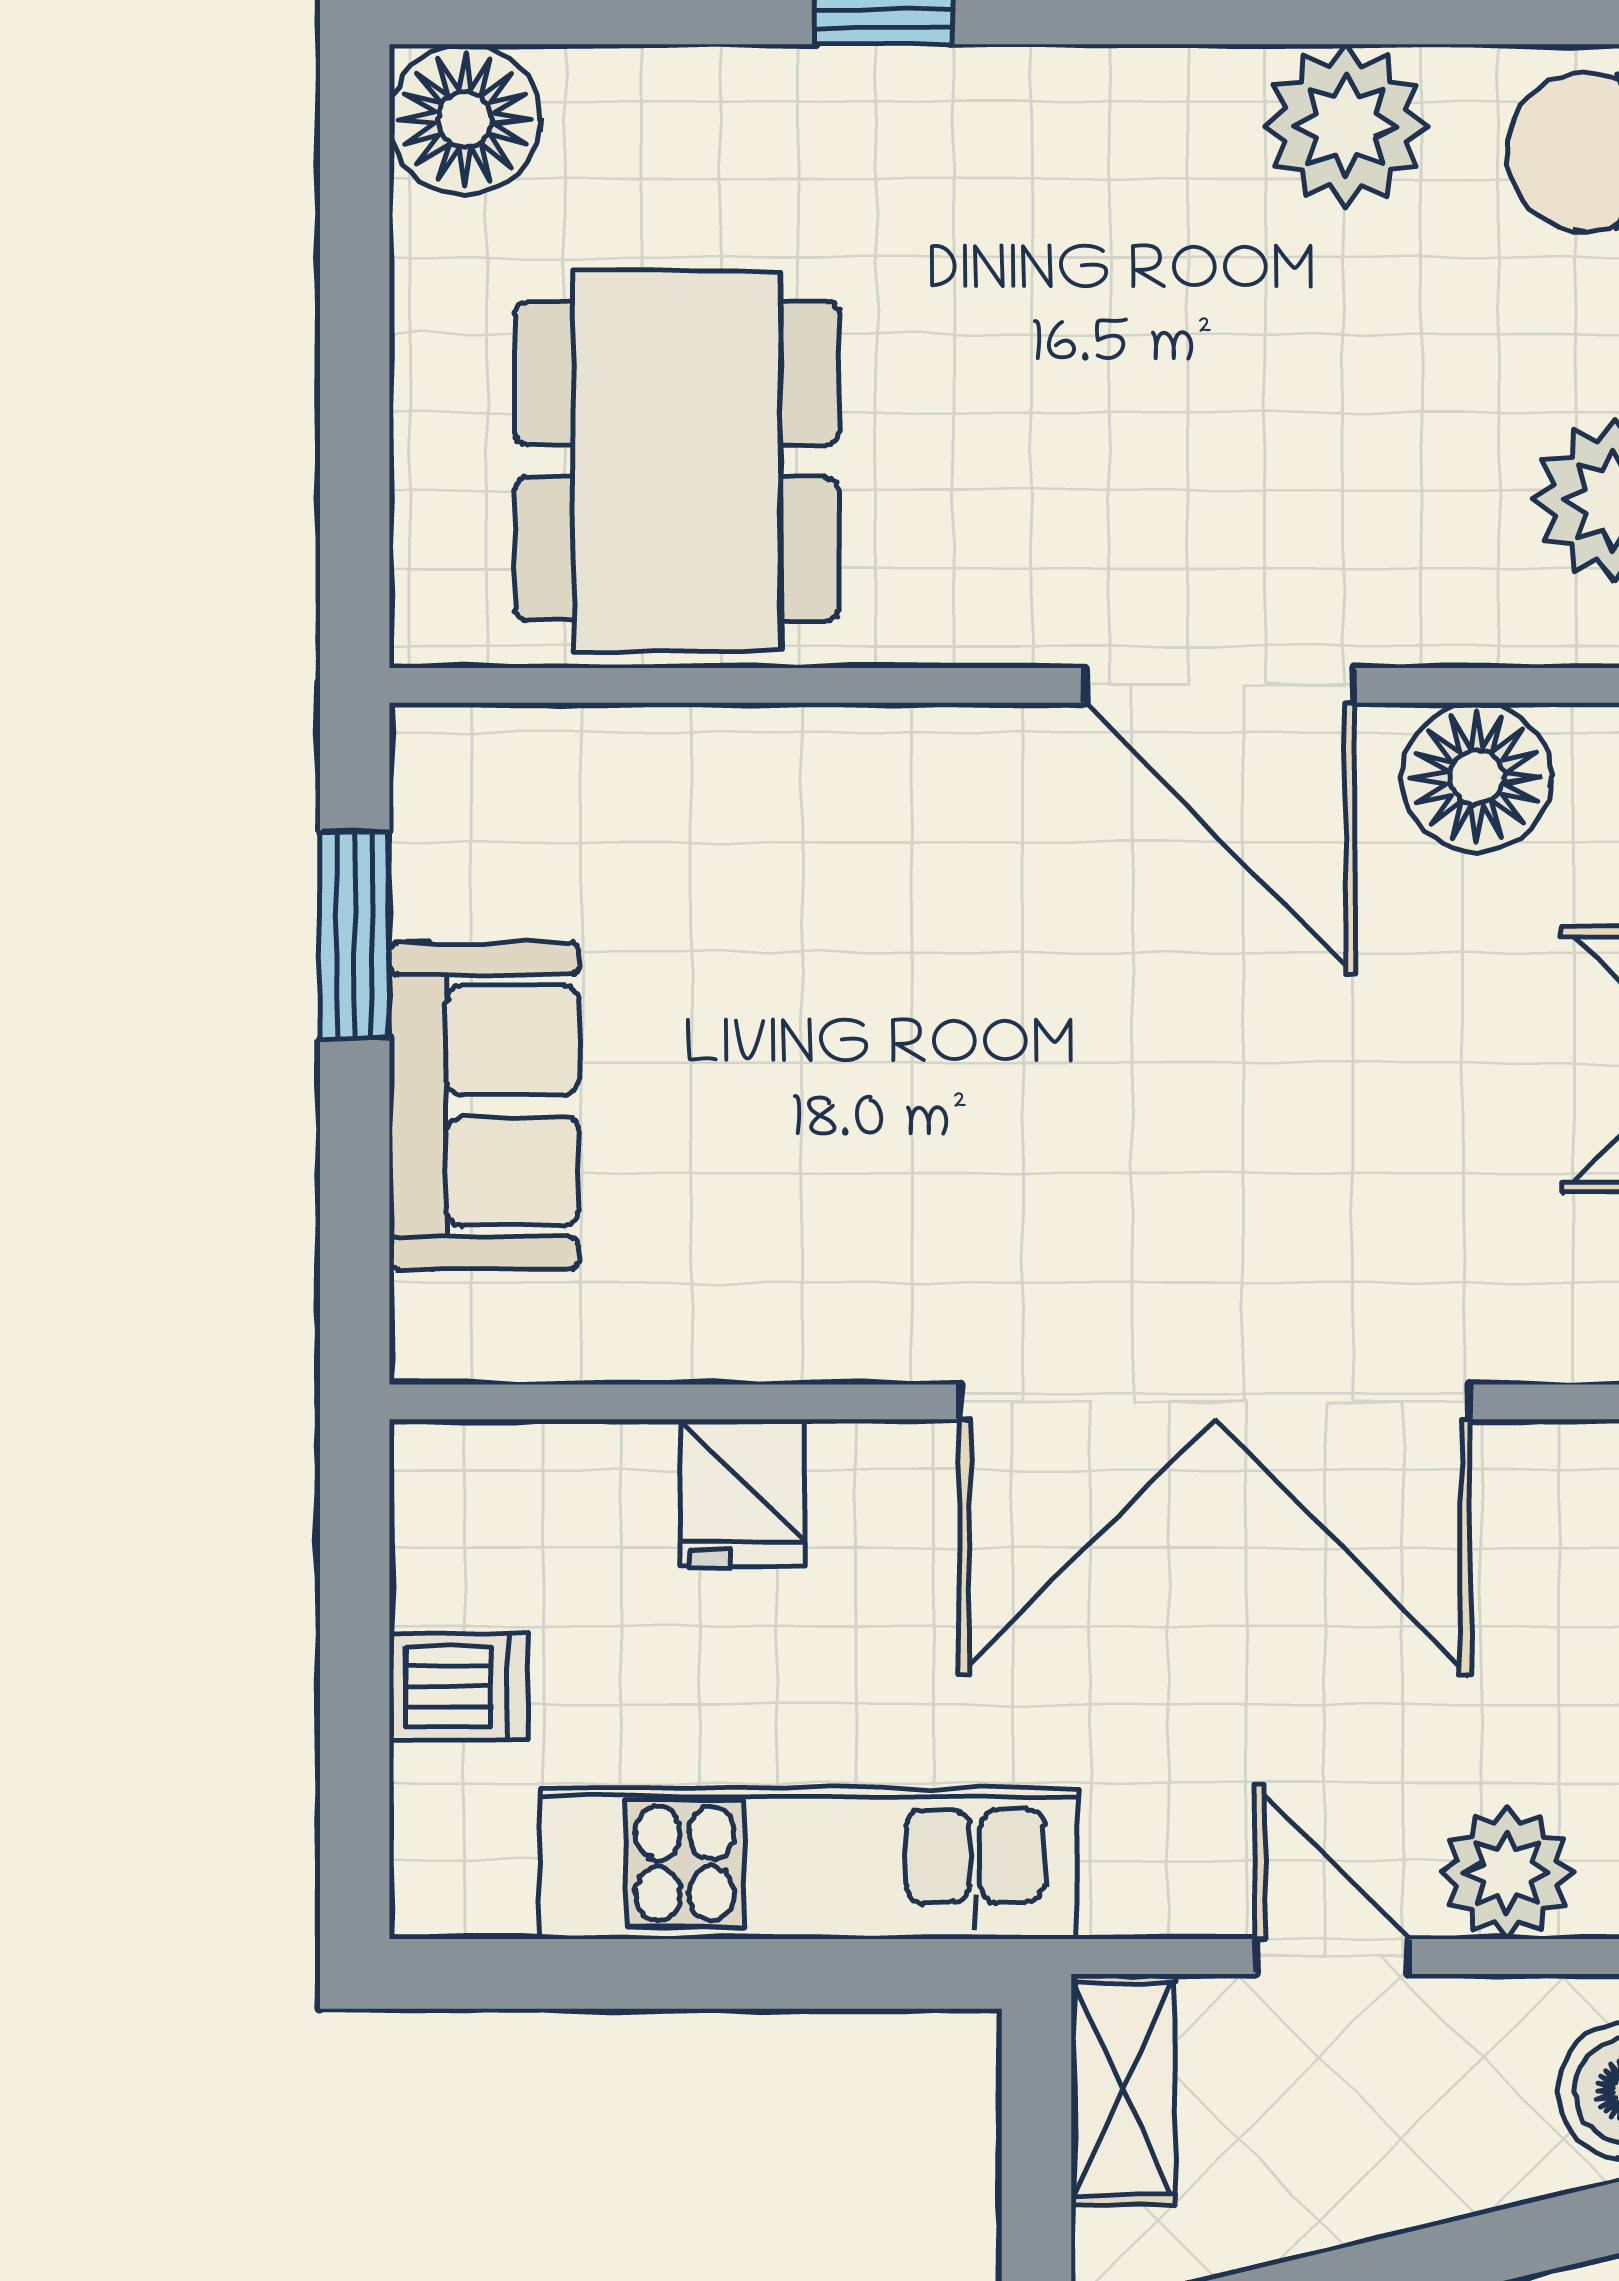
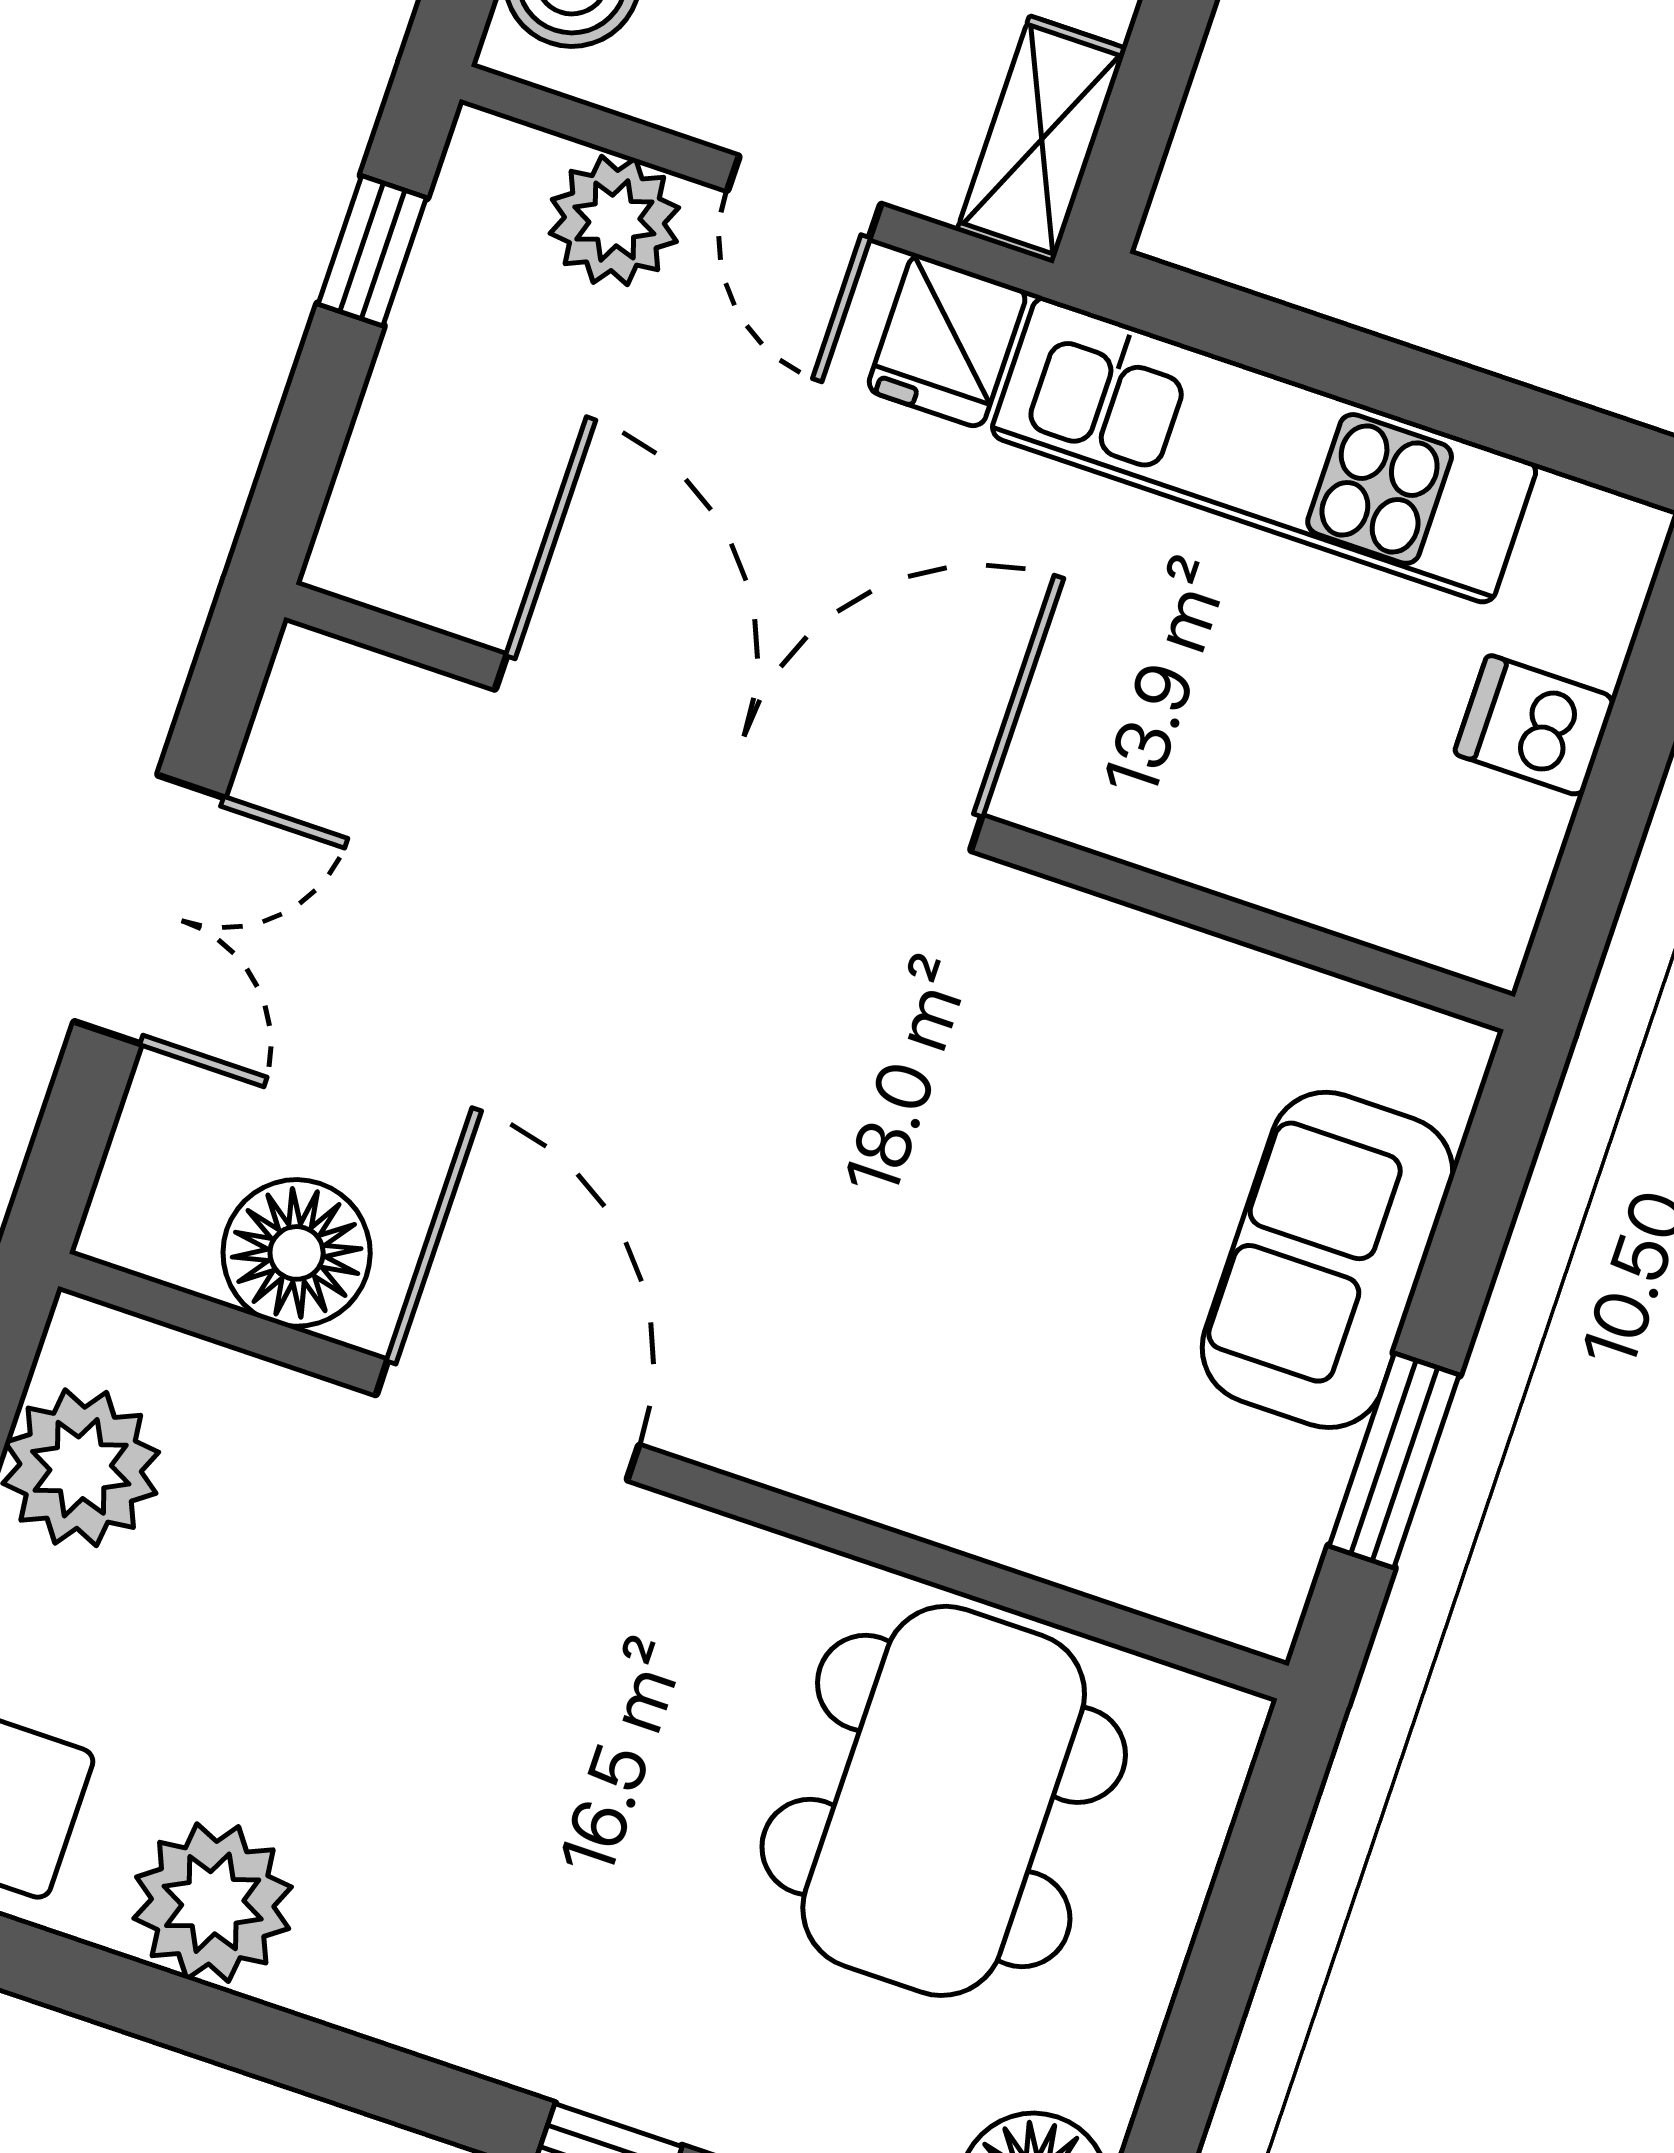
fridge: (742, 1493) -> (947, 341), moved, turned 180

